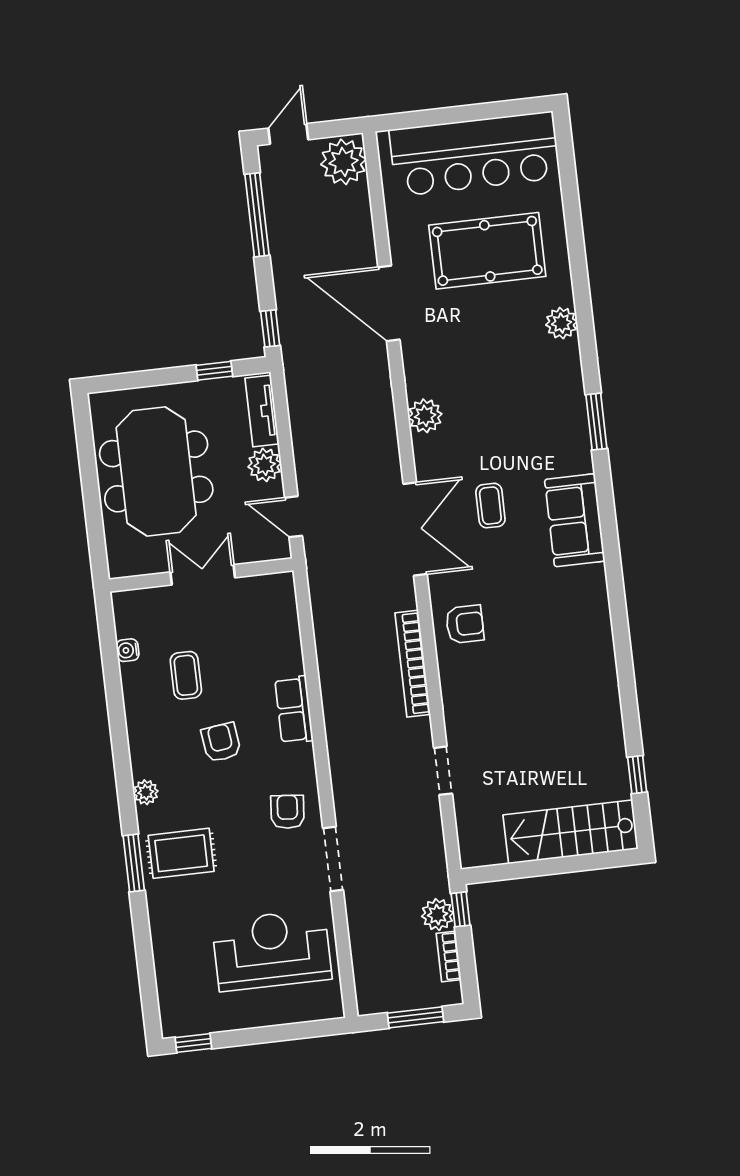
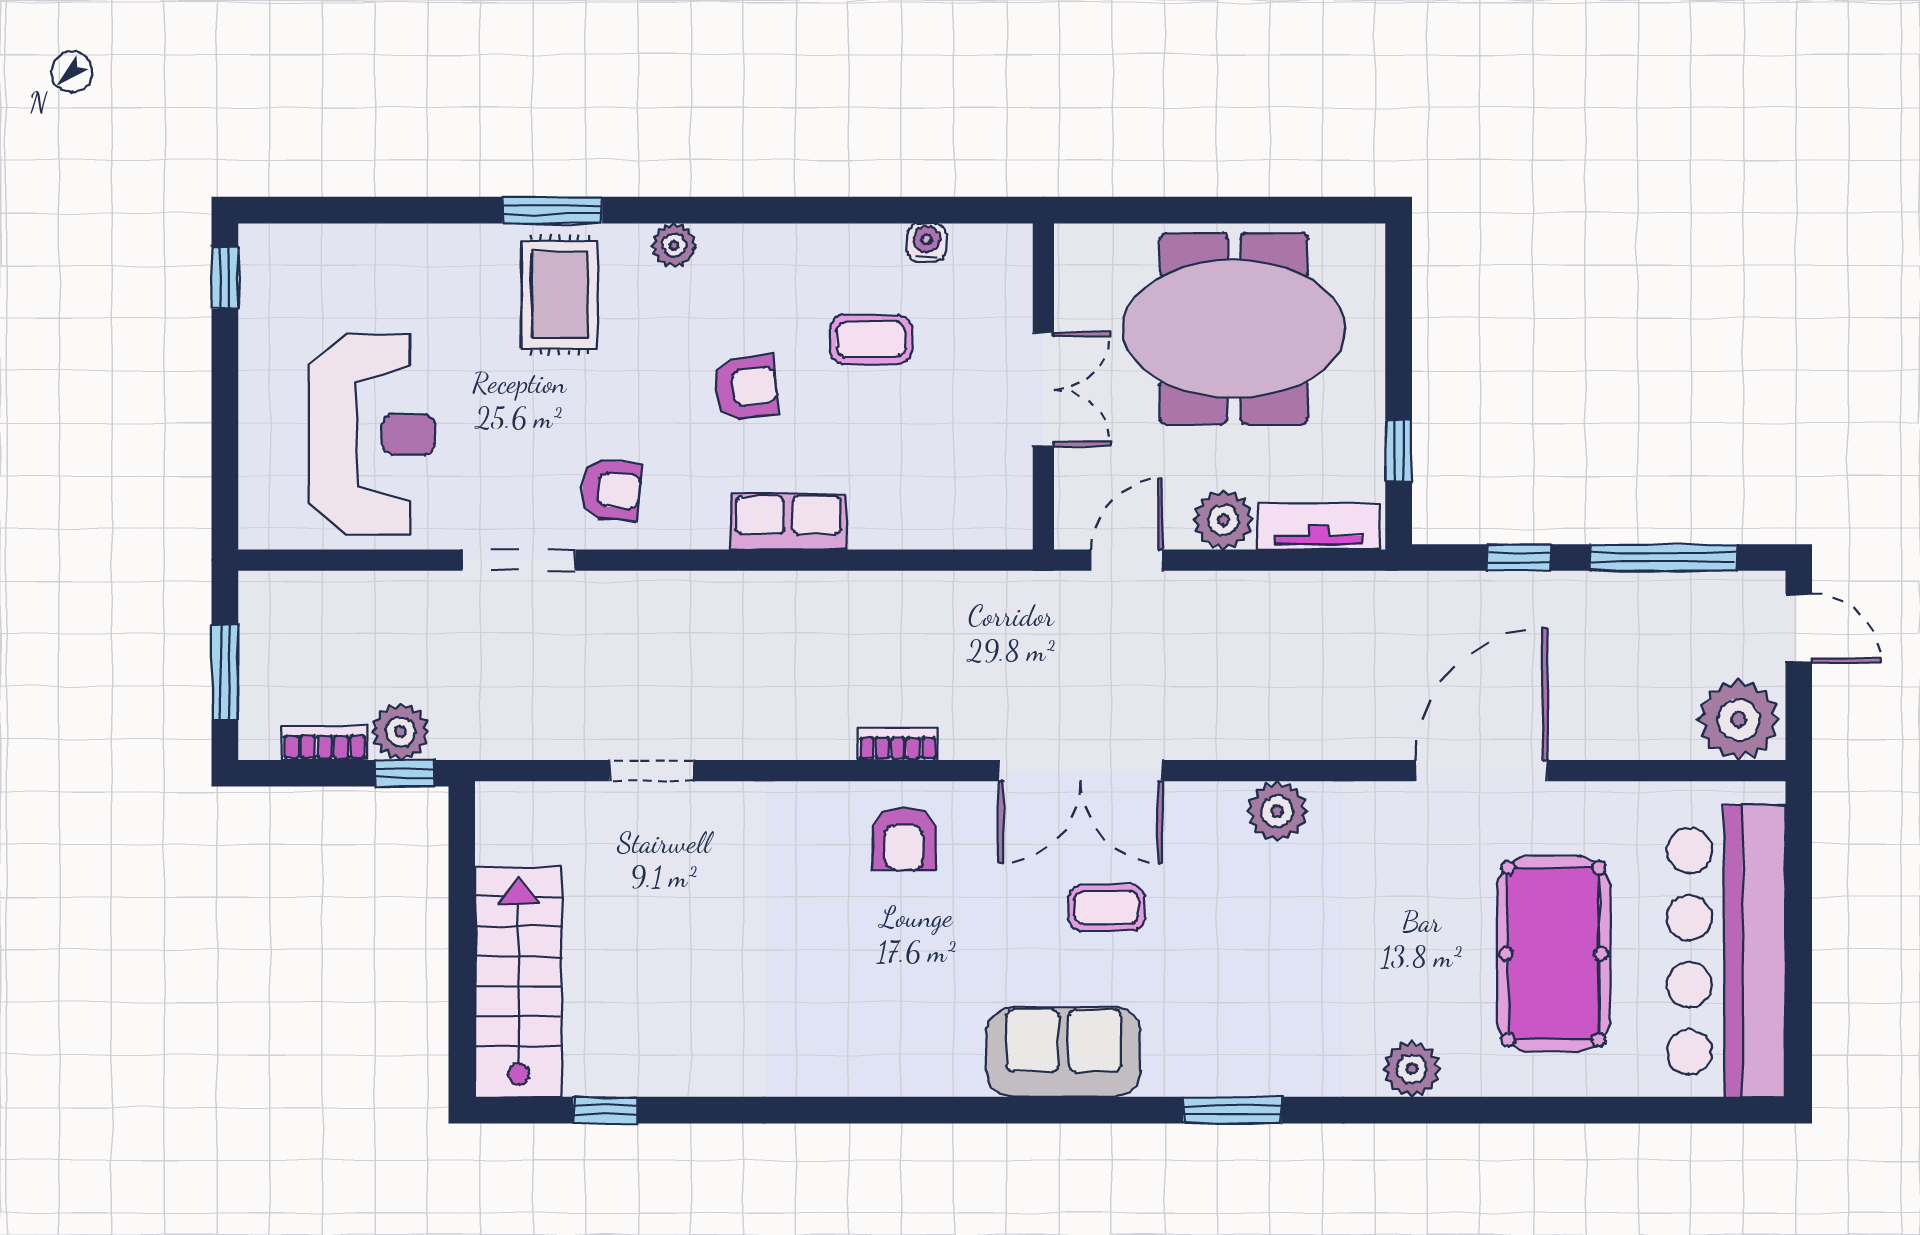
window: (270, 328) -> (1519, 557), moved
bookcase: (413, 664) -> (898, 744), width x0.43, depth x0.76

